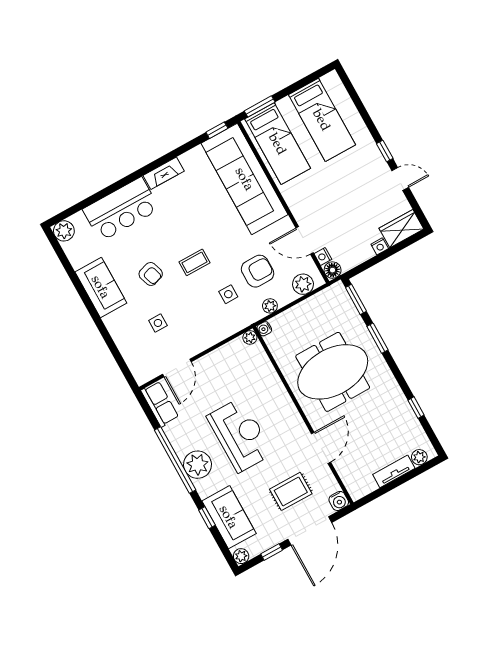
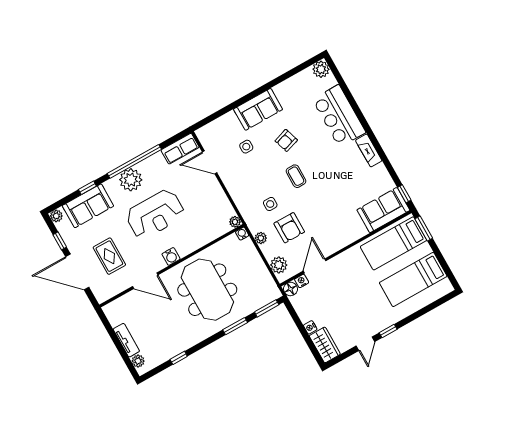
sofa: (245, 179) -> (383, 210), width x0.54, depth x0.79
sofa: (101, 287) -> (258, 109), moved
water cooler: (339, 501) -> (171, 256), moved, turned -90

